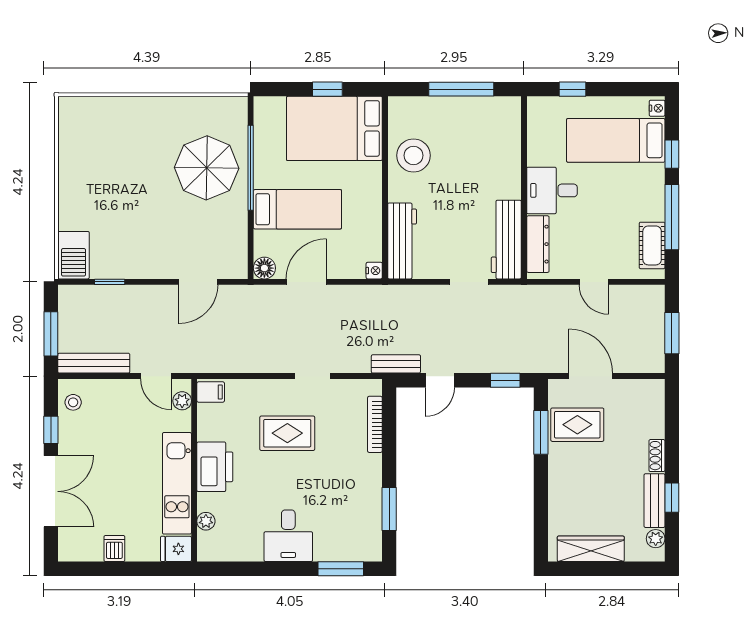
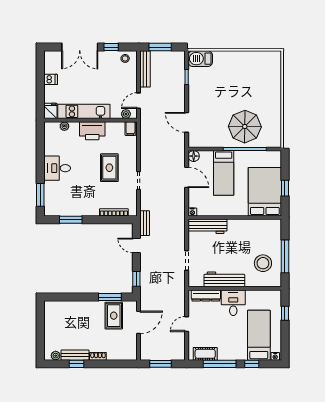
stool: (413, 155) -> (263, 263), moved
workbench: (506, 240) -> (224, 279), moved
wardrobe: (591, 549) -> (50, 322), removed

